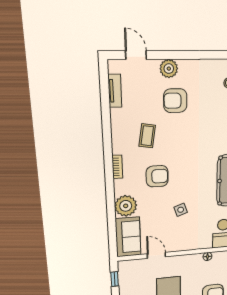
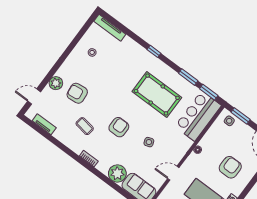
armchair: (175, 101) -> (77, 93), turned 84
armchair: (157, 176) -> (119, 127), moved
door: (156, 255) -> (173, 173), moved

